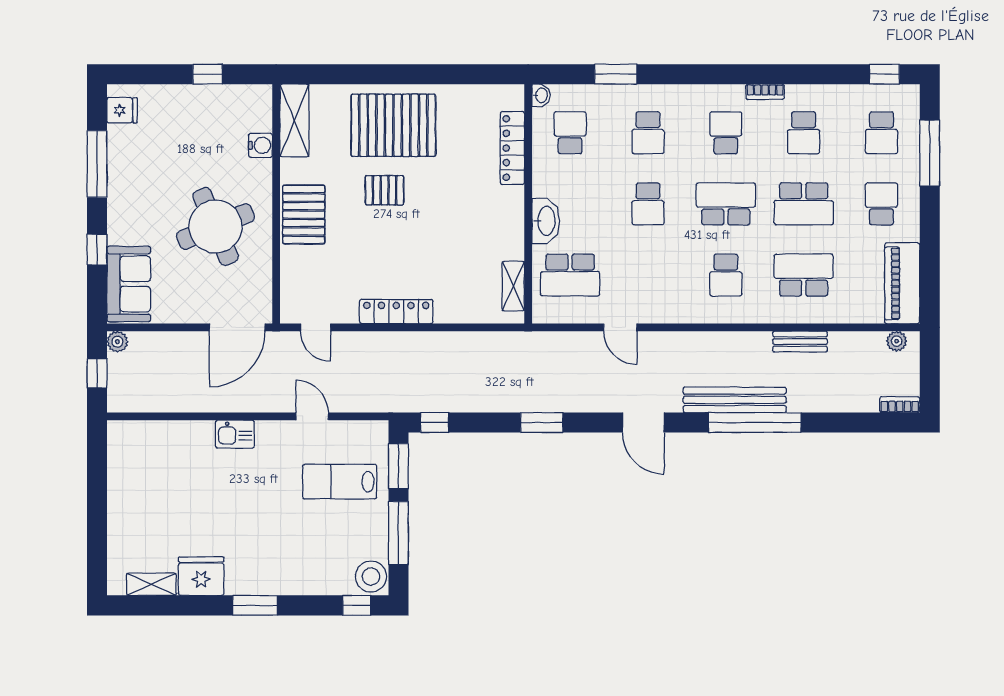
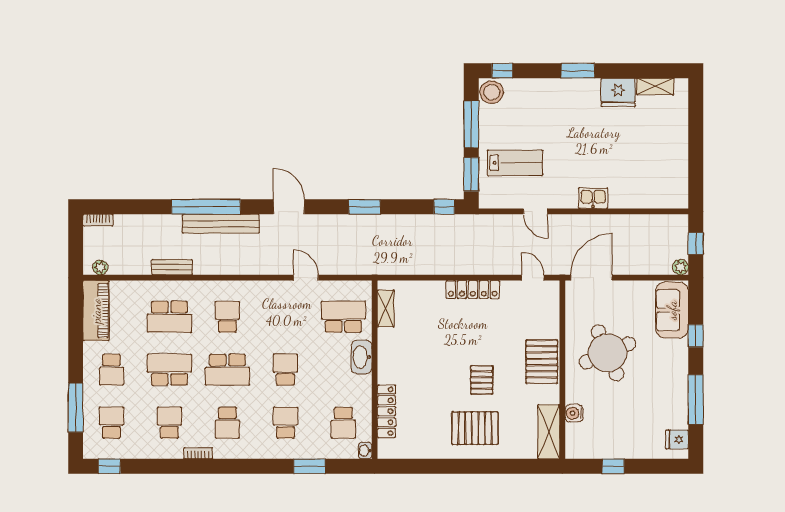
pallet: (393, 125) -> (475, 428), width x0.73, depth x0.71
pallet: (385, 190) -> (482, 380), turned 90

